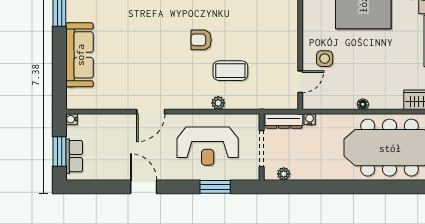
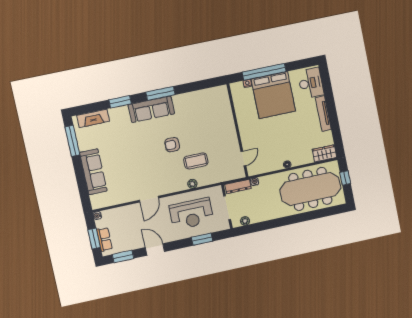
side table: (325, 59) -> (256, 140), removed
window: (95, 187) -> (123, 256), added

